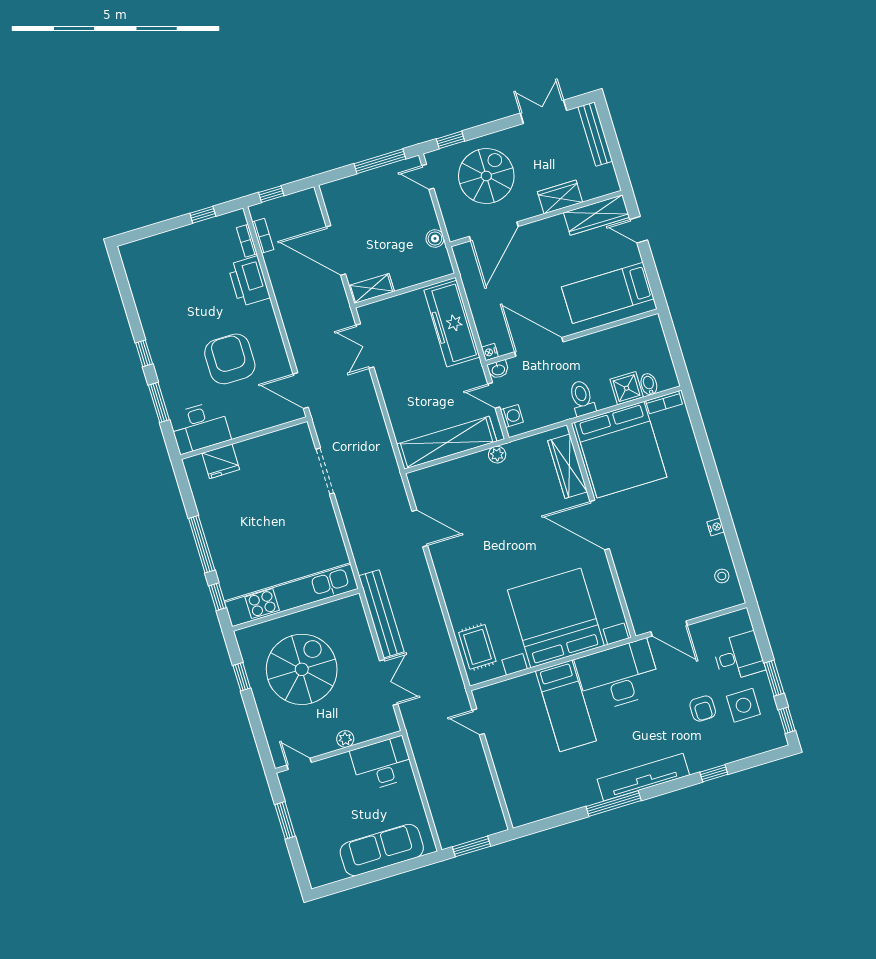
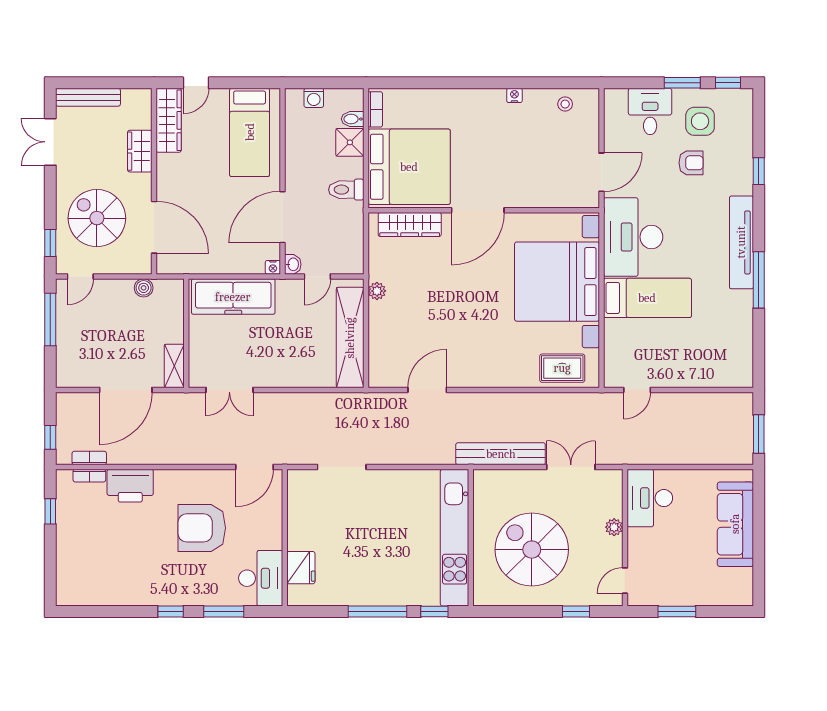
washing machine: (512, 416) -> (314, 98), moved, turned 180
window: (242, 677) -> (576, 611), moved

